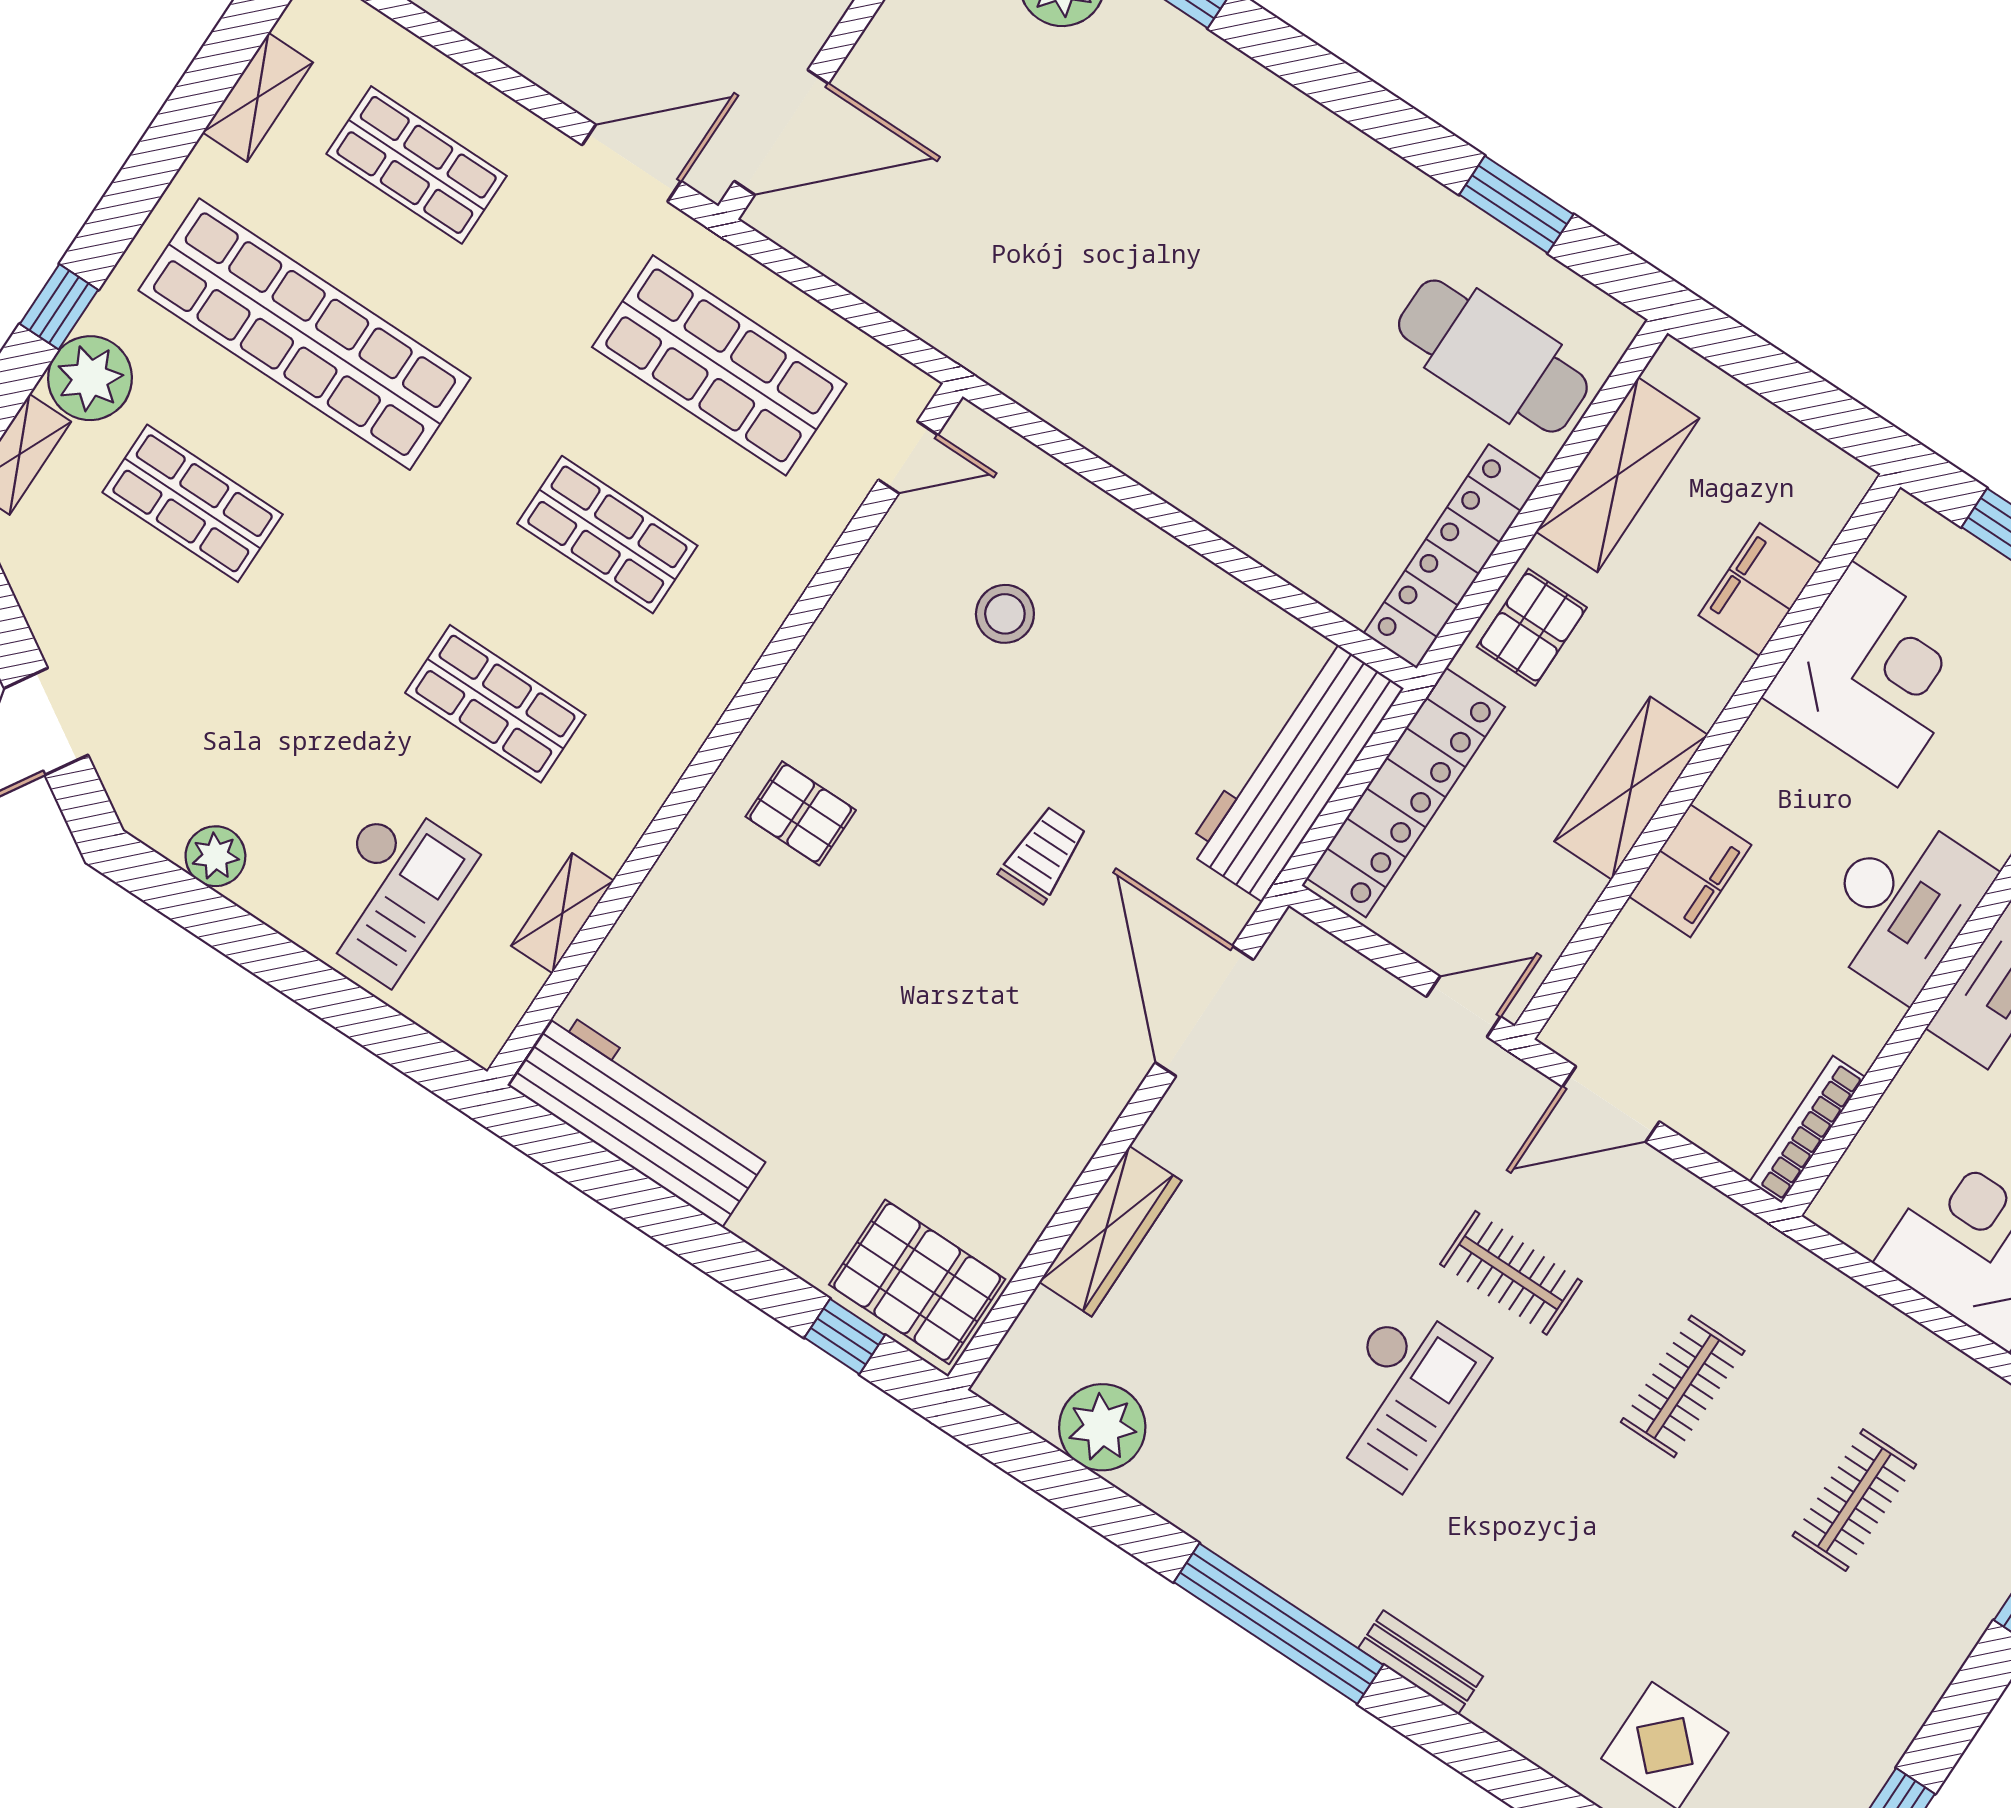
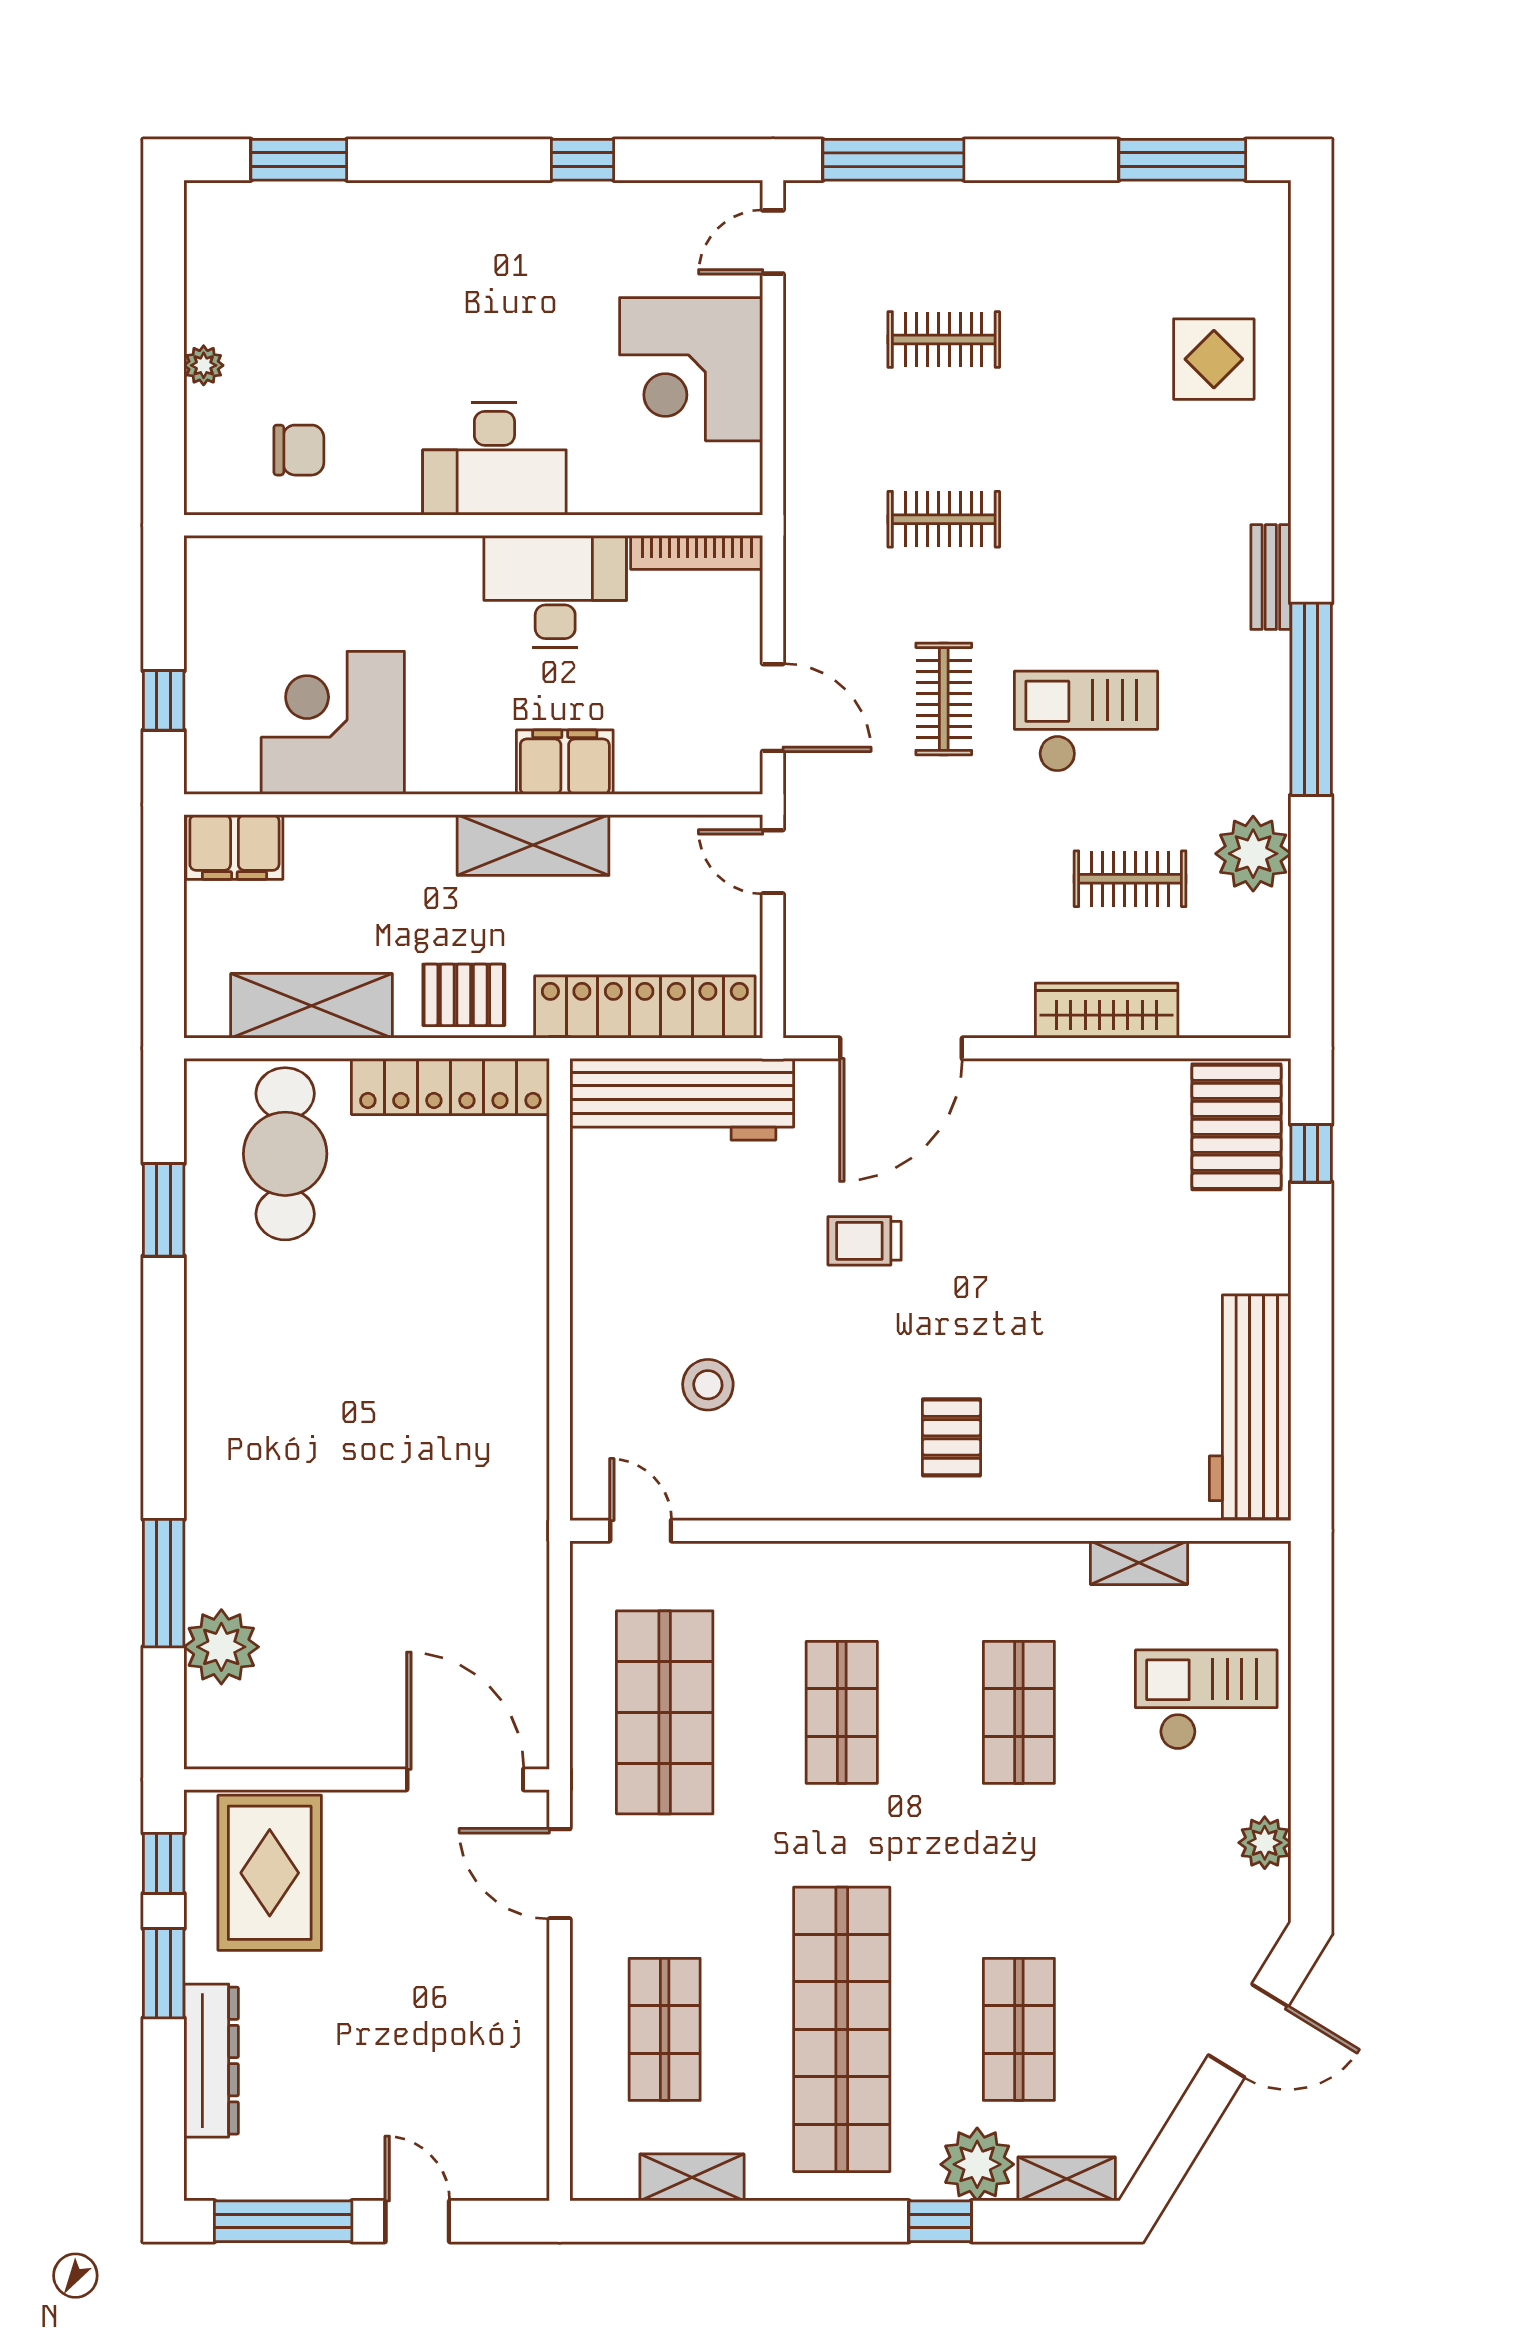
filing cabinet: (1760, 590) -> (234, 847), moved
desk: (1902, 905) -> (555, 591), moved
clothes rail: (1221, 1337) -> (1130, 879), added
plant: (1102, 1427) -> (1253, 854), moved

